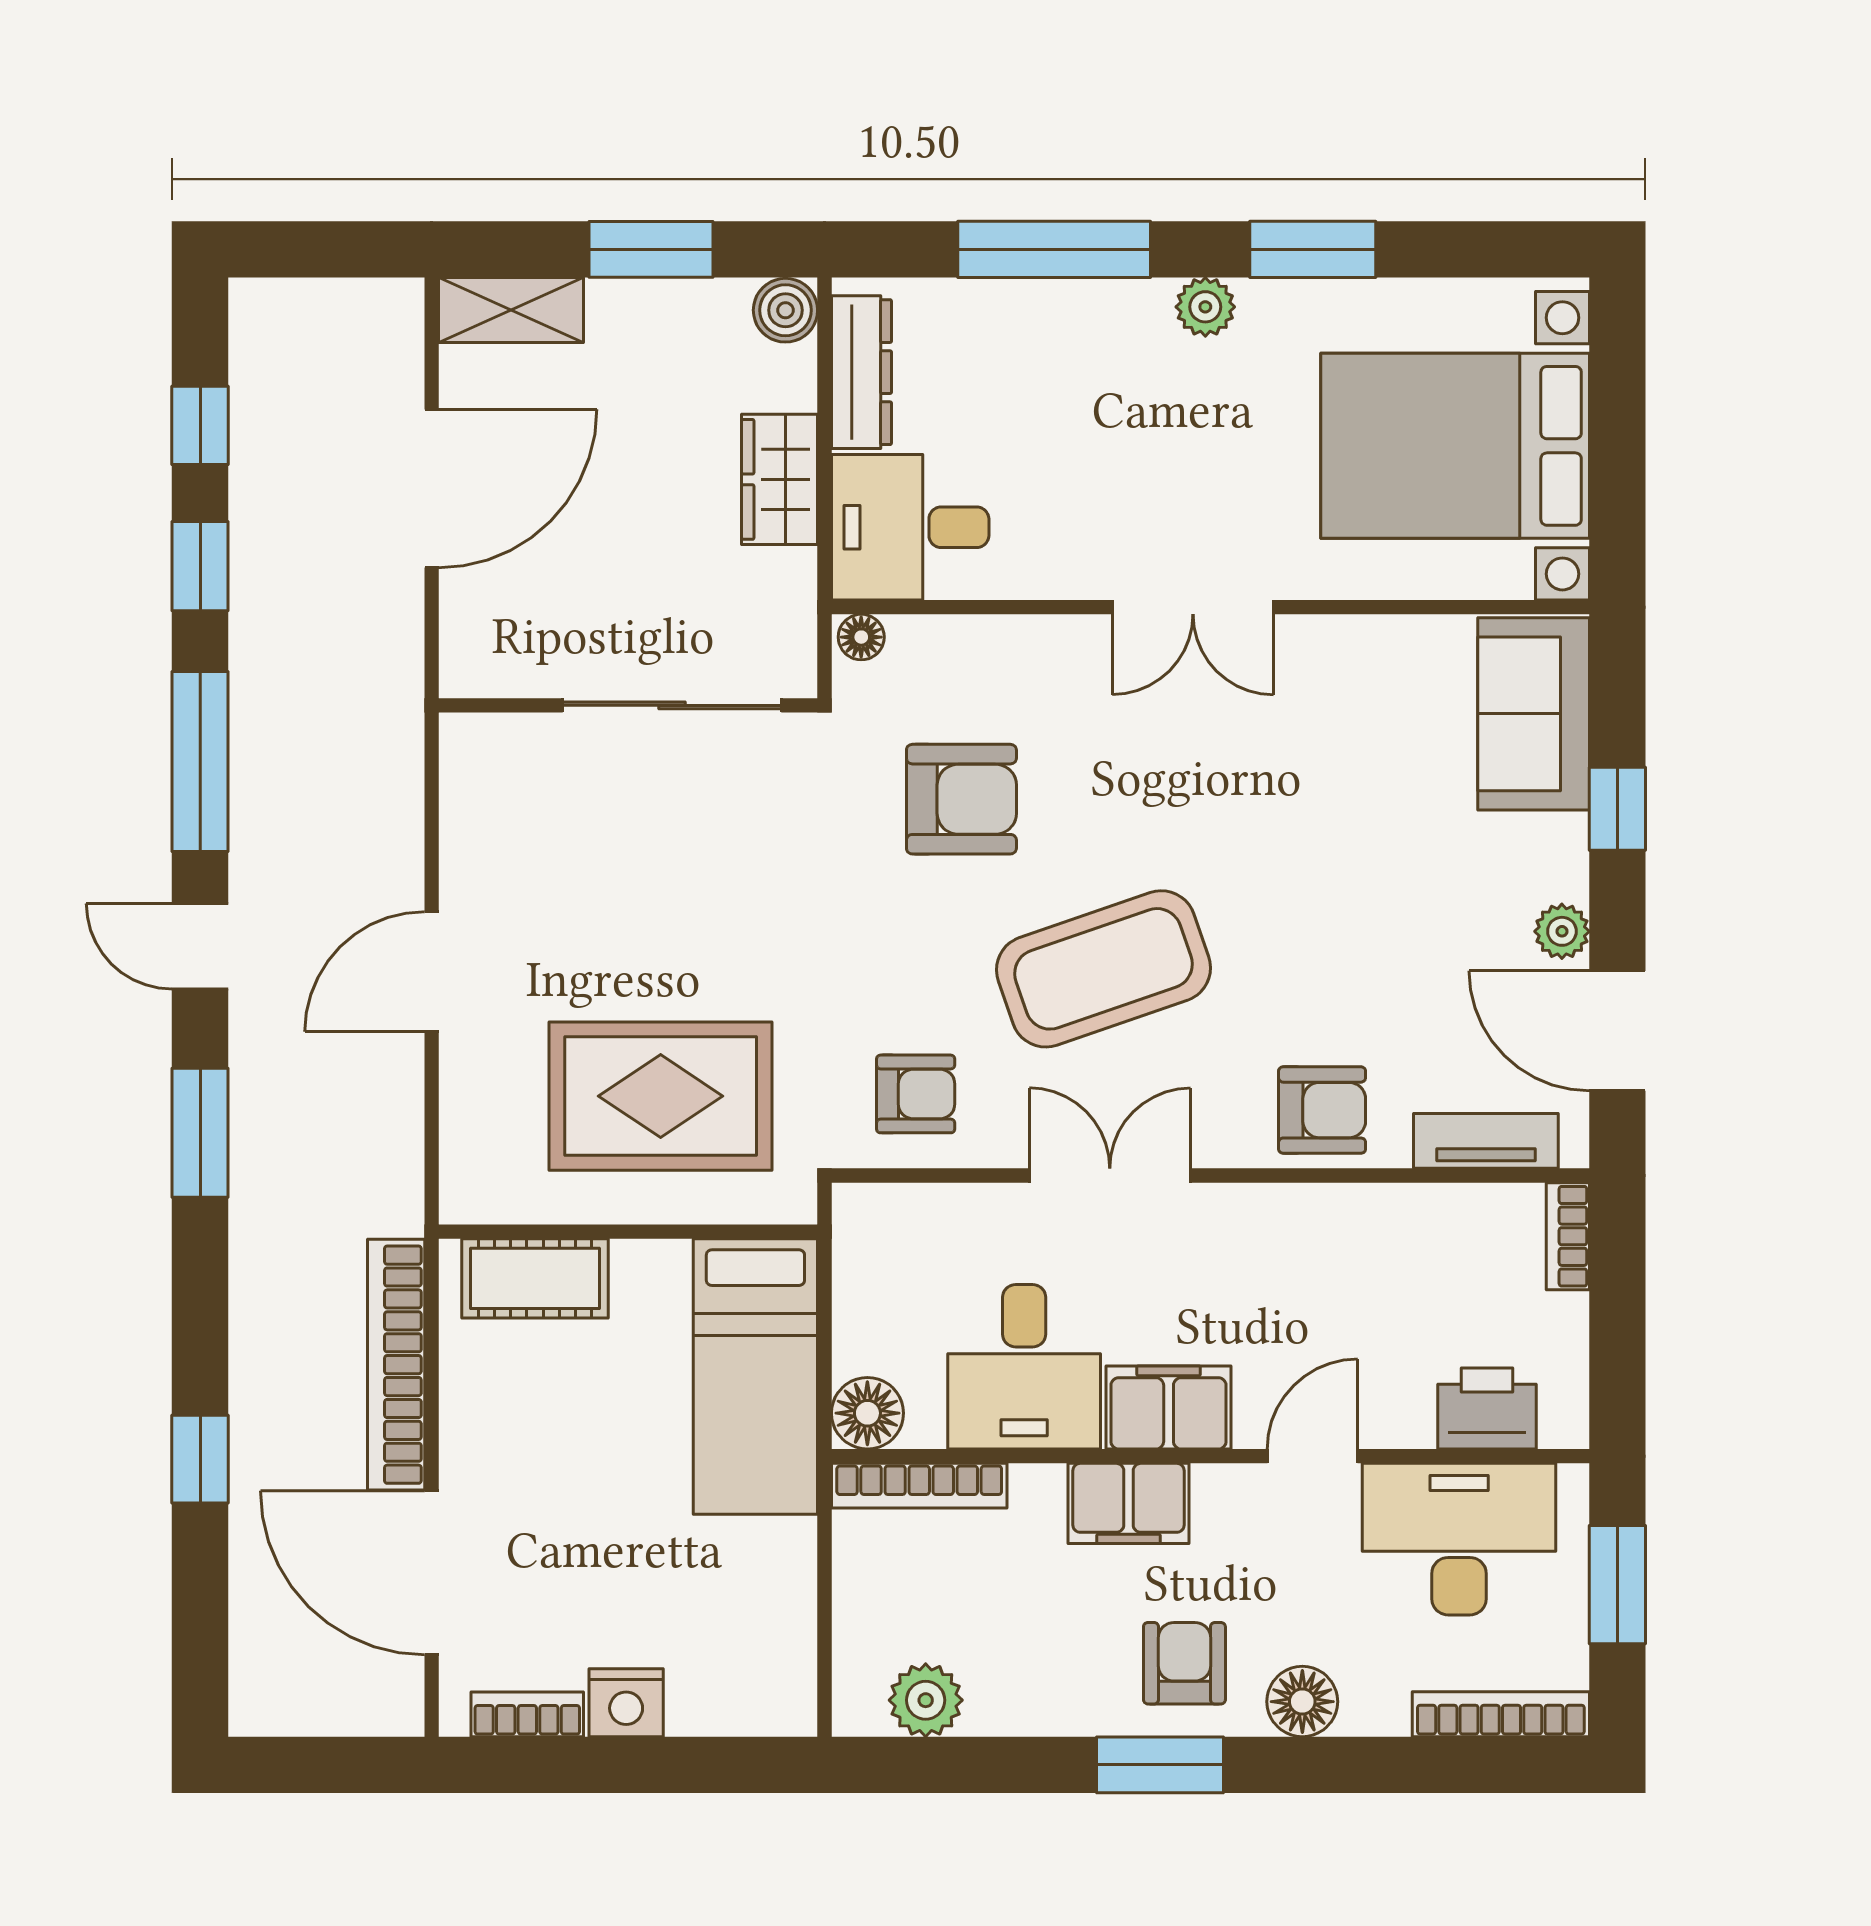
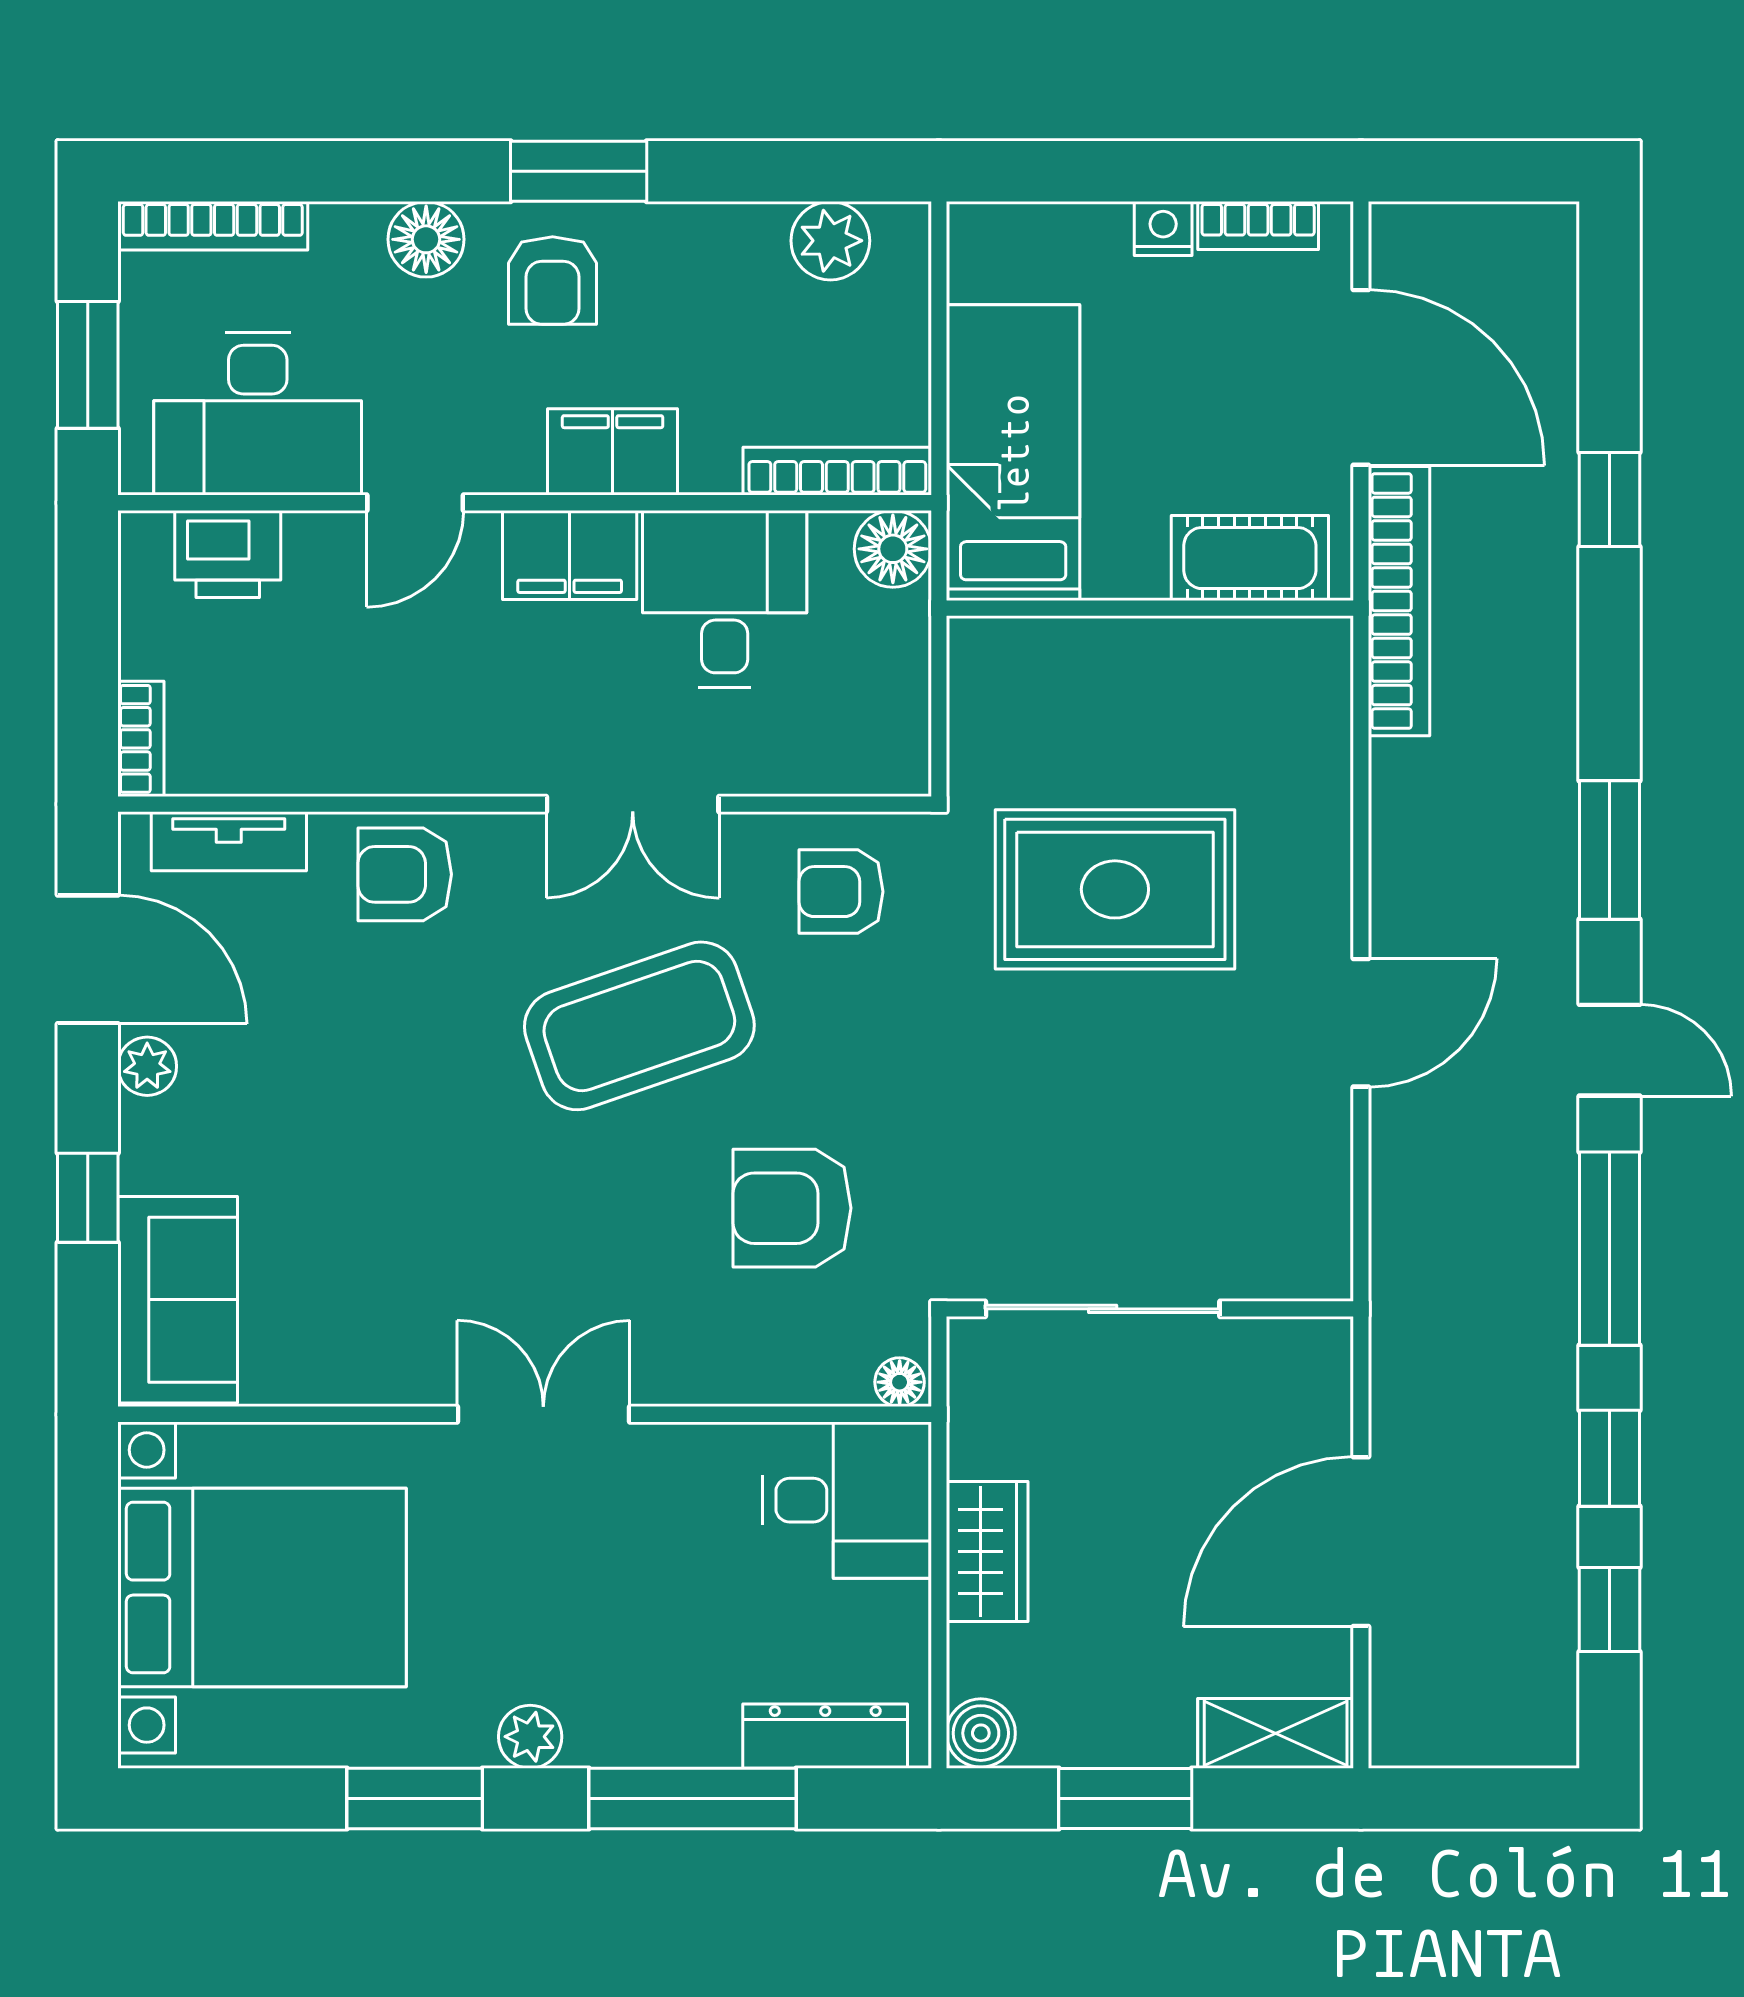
dresser: (861, 372) -> (825, 1736), moved, turned 90
wall: (628, 1232) -> (1150, 608), moved
cot: (535, 1278) -> (1250, 558), moved
bed: (755, 1377) -> (1013, 453), moved
nightstand: (626, 1703) -> (1163, 228), width x0.72, depth x0.74

